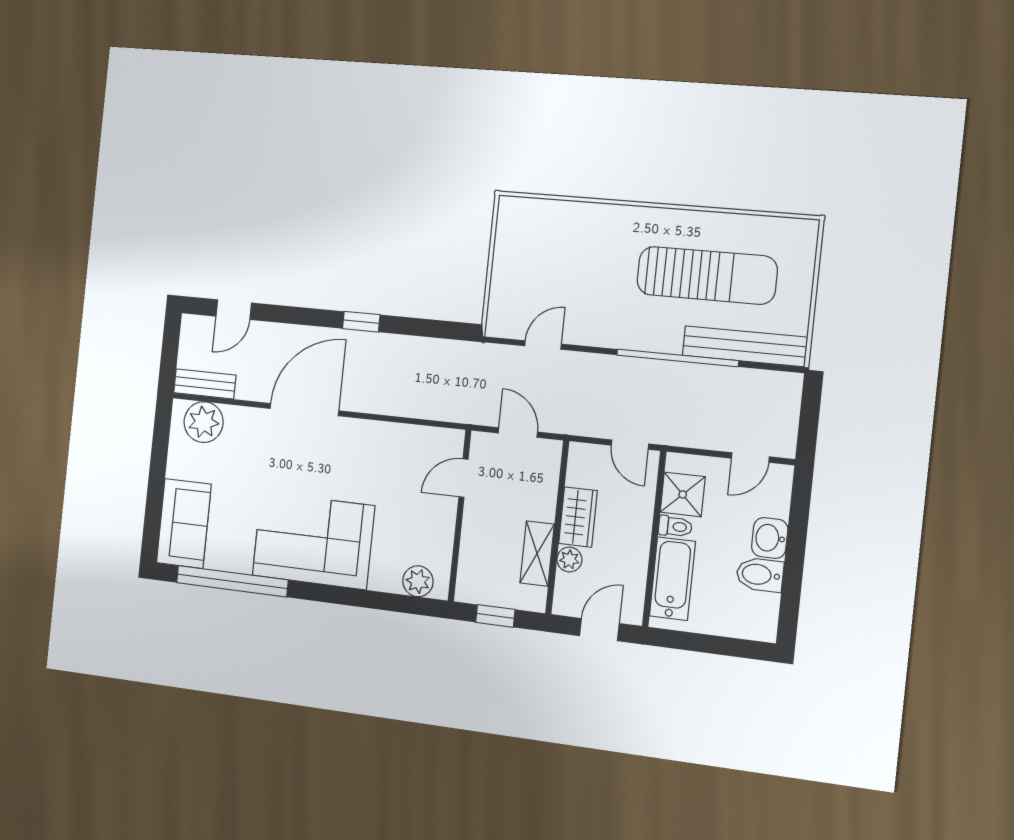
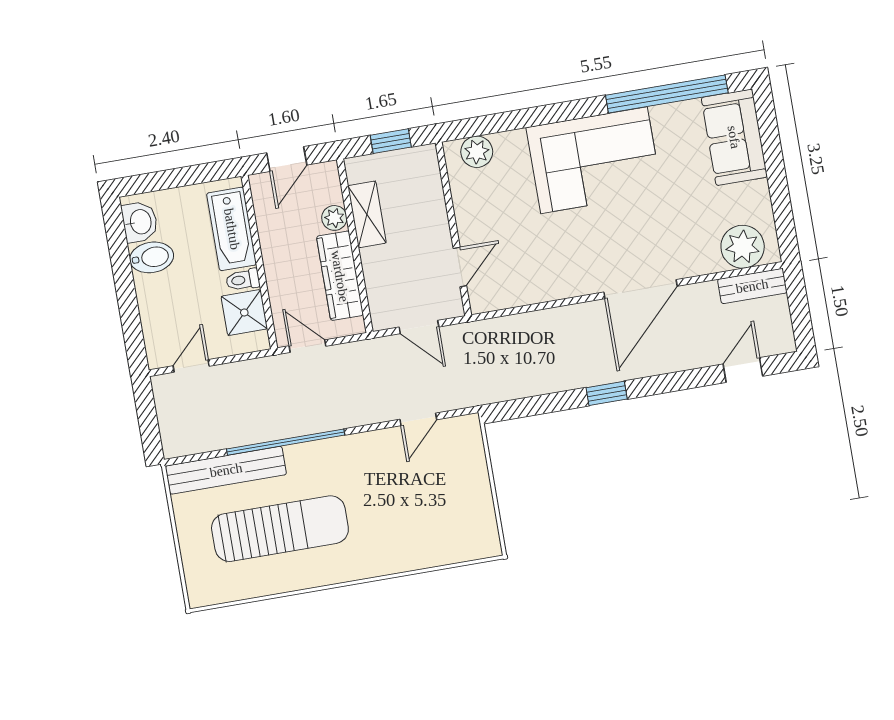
sun lounger: (707, 275) -> (280, 529), turned 180
wardrobe: (578, 517) -> (340, 276), width x1.50
washbasin: (770, 538) -> (140, 222), moved

